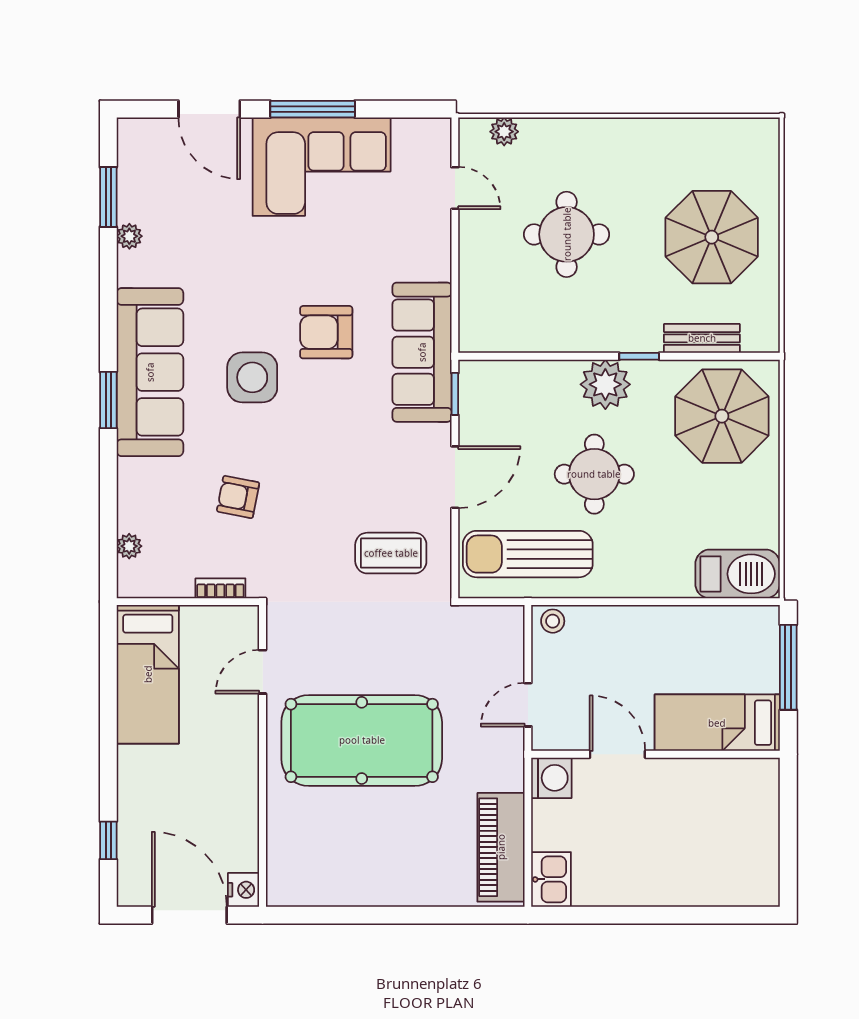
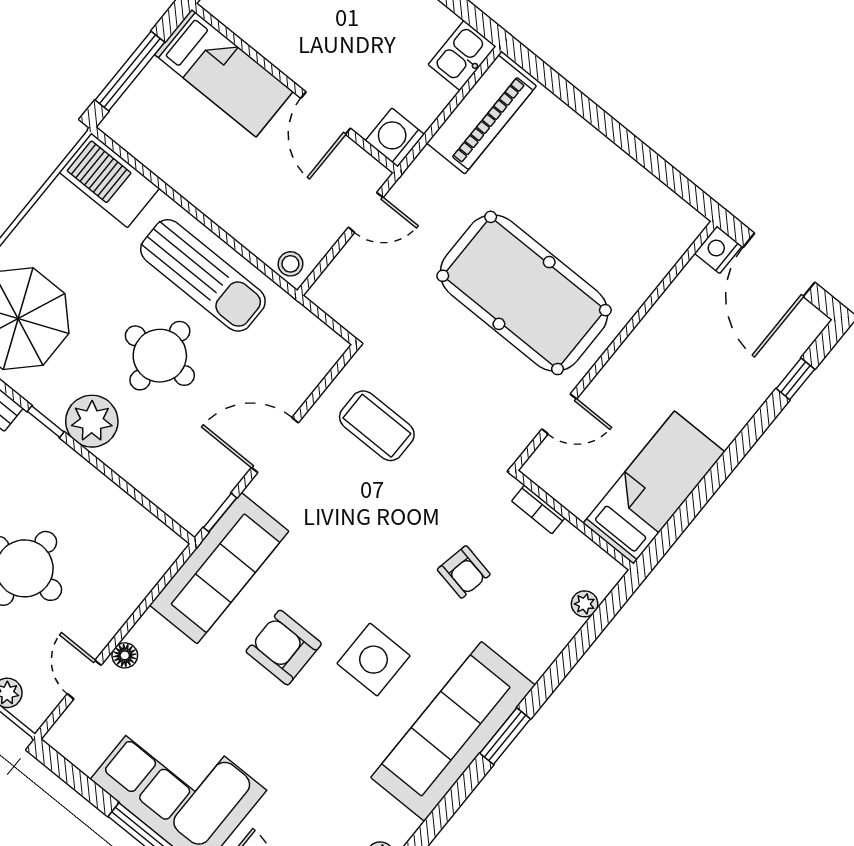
floor lamp: (439, 230) -> (125, 655), added
armchair: (326, 332) -> (284, 648), turned 180
sun lounger: (528, 554) -> (203, 275), moved

